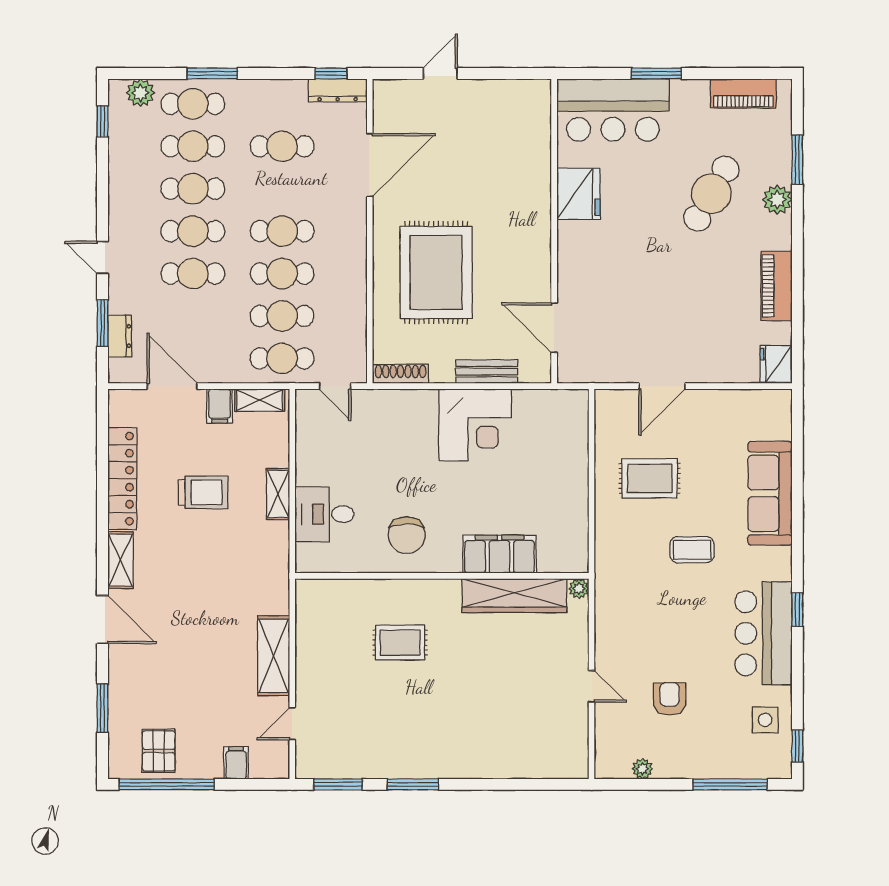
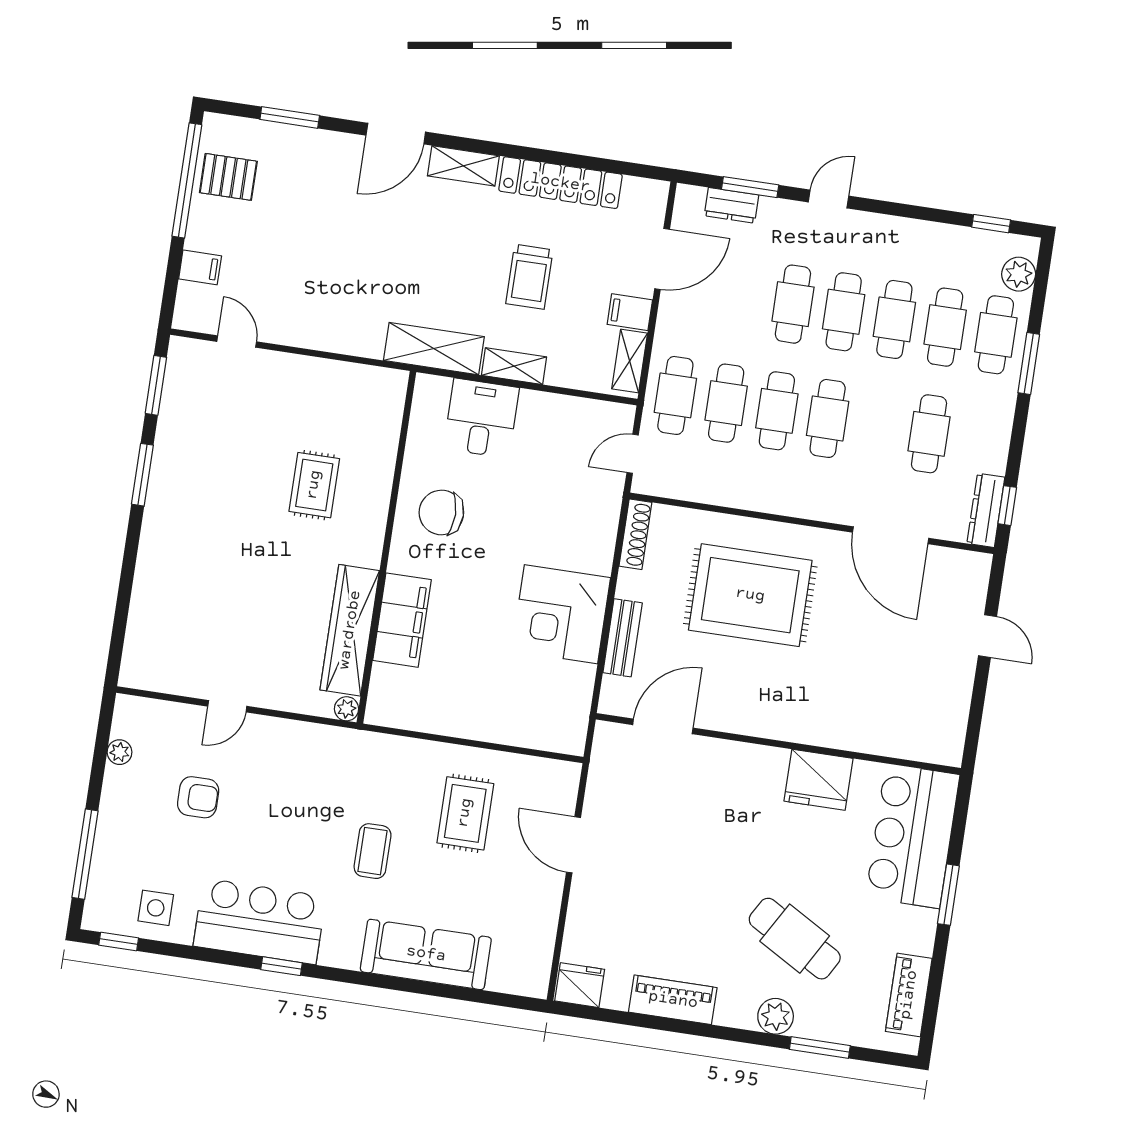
shelving: (274, 656) -> (434, 349), moved

